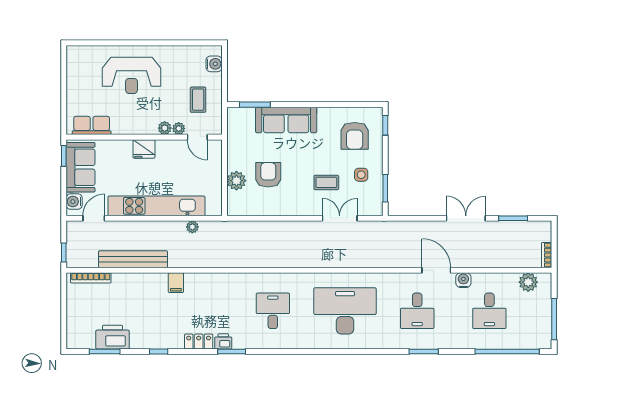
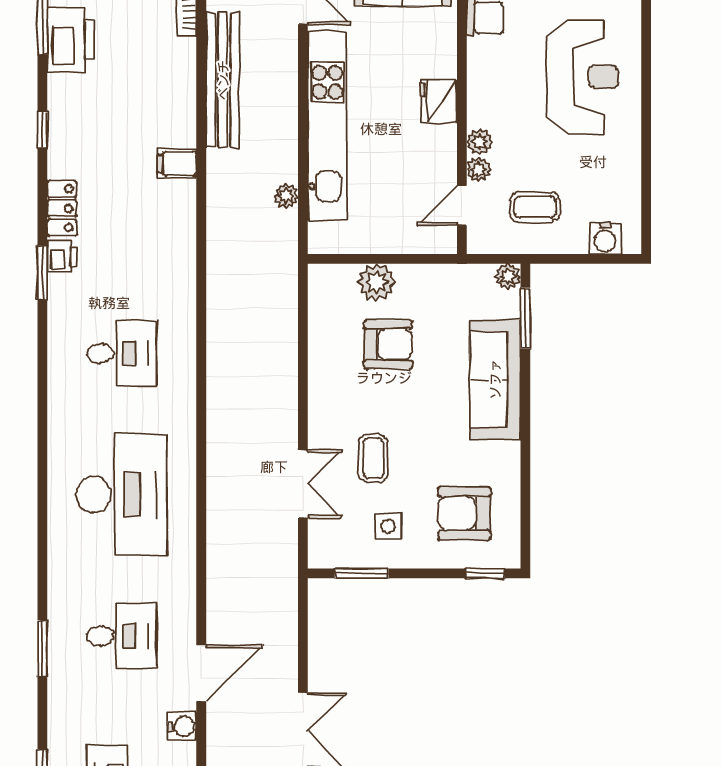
reception desk: (132, 75) -> (583, 77), turned 180
plant: (233, 114) -> (508, 276), added
desk: (417, 311) -> (122, 636), turned 180

